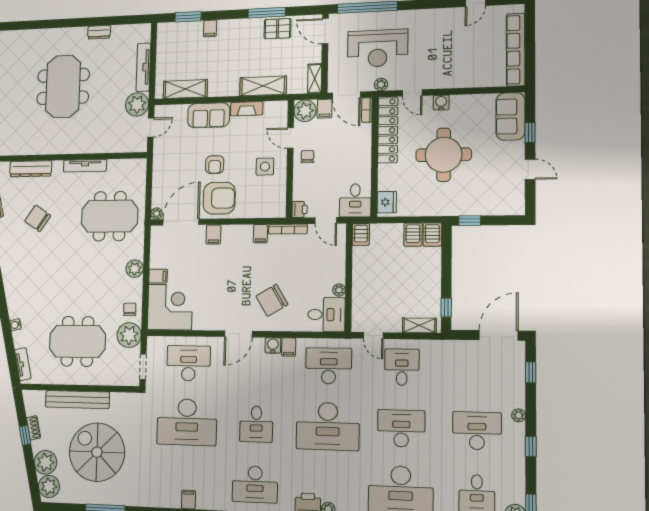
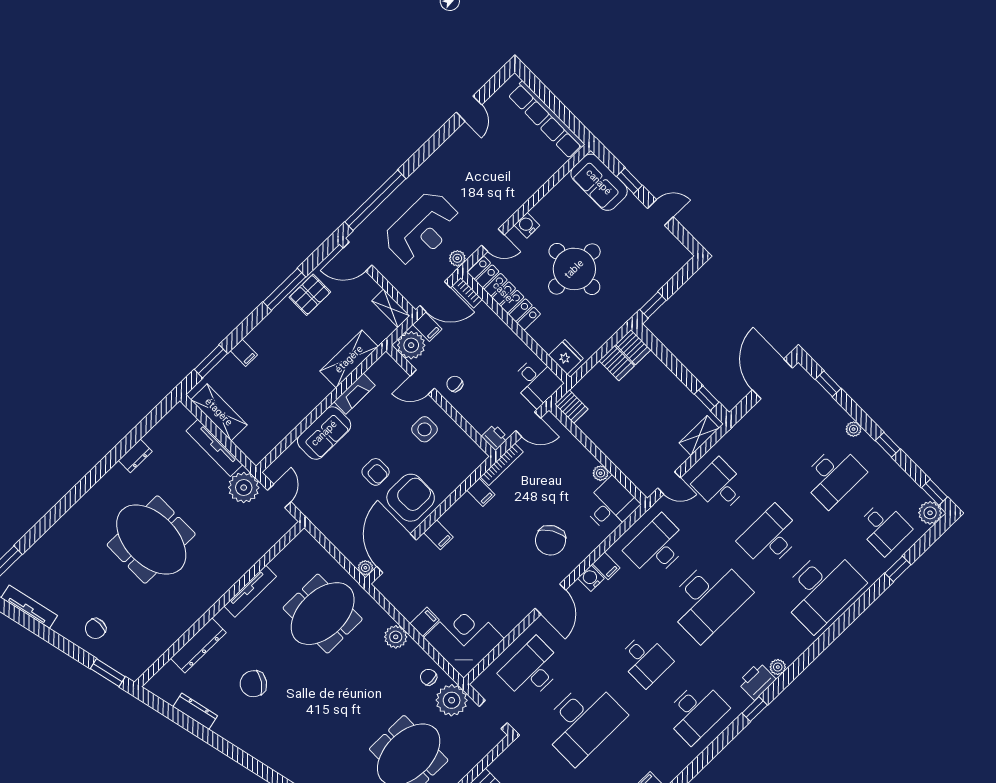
shelving: (185, 89) -> (219, 412), moved, turned 90
desk: (477, 431) -> (833, 476), turned 180

